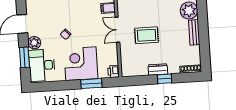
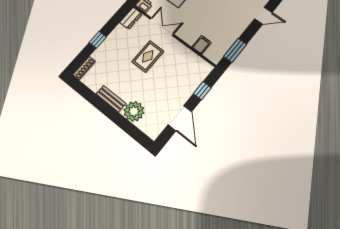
double door: (117, 30) -> (162, 27), moved
dresser: (158, 69) -> (131, 18), moved

